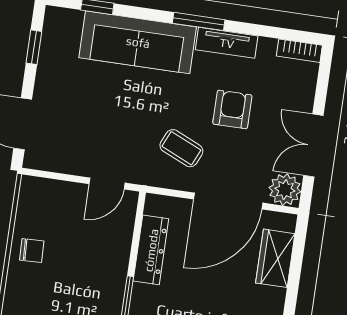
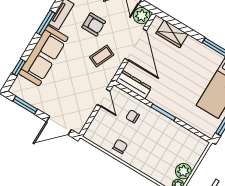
window: (34, 47) -> (25, 105), width x1.50
armchair: (232, 109) -> (94, 24), turned 180
chair: (96, 250) -> (133, 116), added
dresser: (151, 250) -> (134, 84), moved

